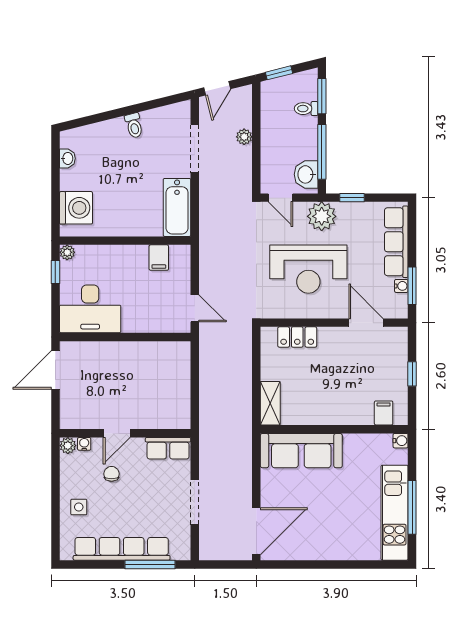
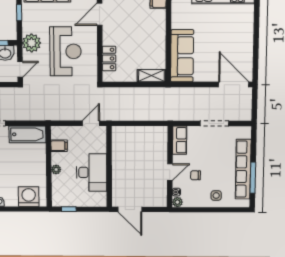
window: (352, 198) -> (19, 12), moved
plant: (67, 252) -> (56, 170), moved
desk: (90, 309) -> (92, 172), moved
door: (117, 433) -> (170, 172), hinge flipped
window: (150, 564) -> (253, 178), moved

